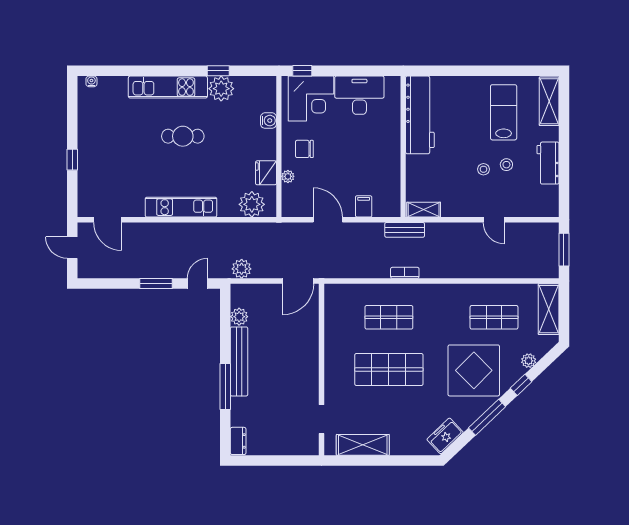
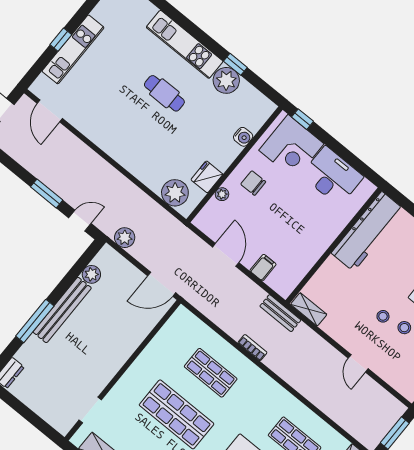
kitchen unit: (181, 207) -> (73, 49), moved, turned 90

